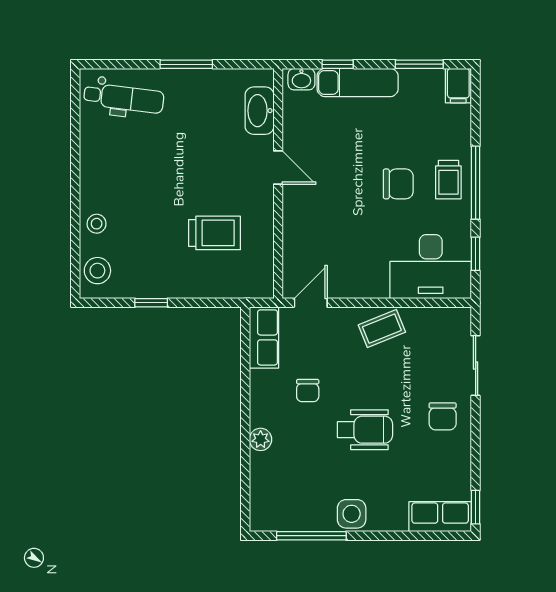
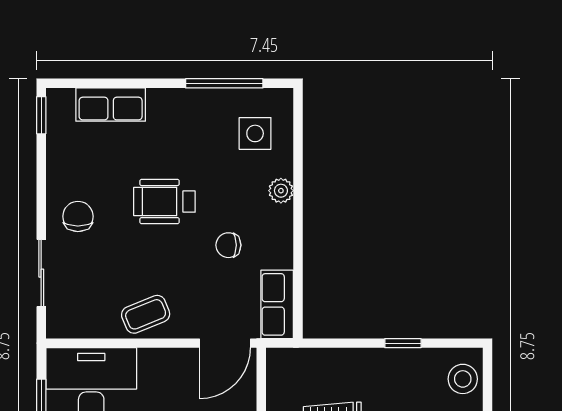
door: (311, 303) -> (225, 343), width x1.38
chair: (308, 391) -> (228, 245), turned -90
side table: (352, 514) -> (255, 133), moved
row of seats: (440, 517) -> (111, 105), moved

